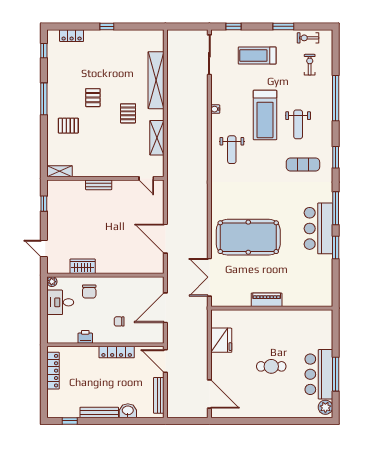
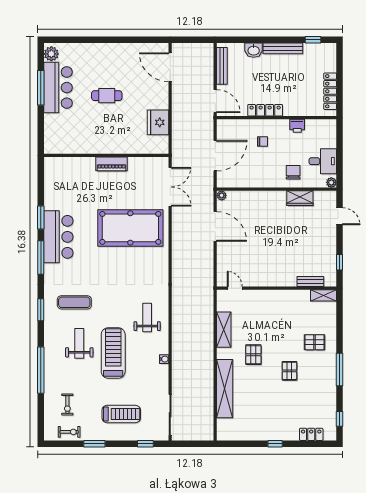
bench: (99, 185) -> (310, 281), moved
plant: (159, 269) -> (222, 195), added

